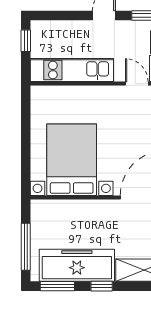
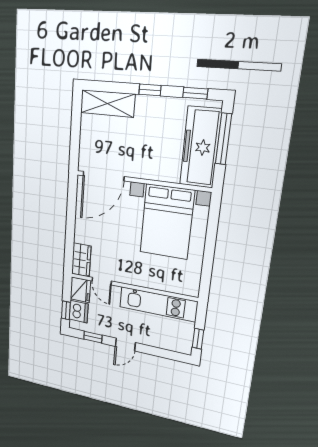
freezer: (77, 265) -> (200, 147), moved, turned 90
window: (57, 286) -> (195, 93), width x0.67

